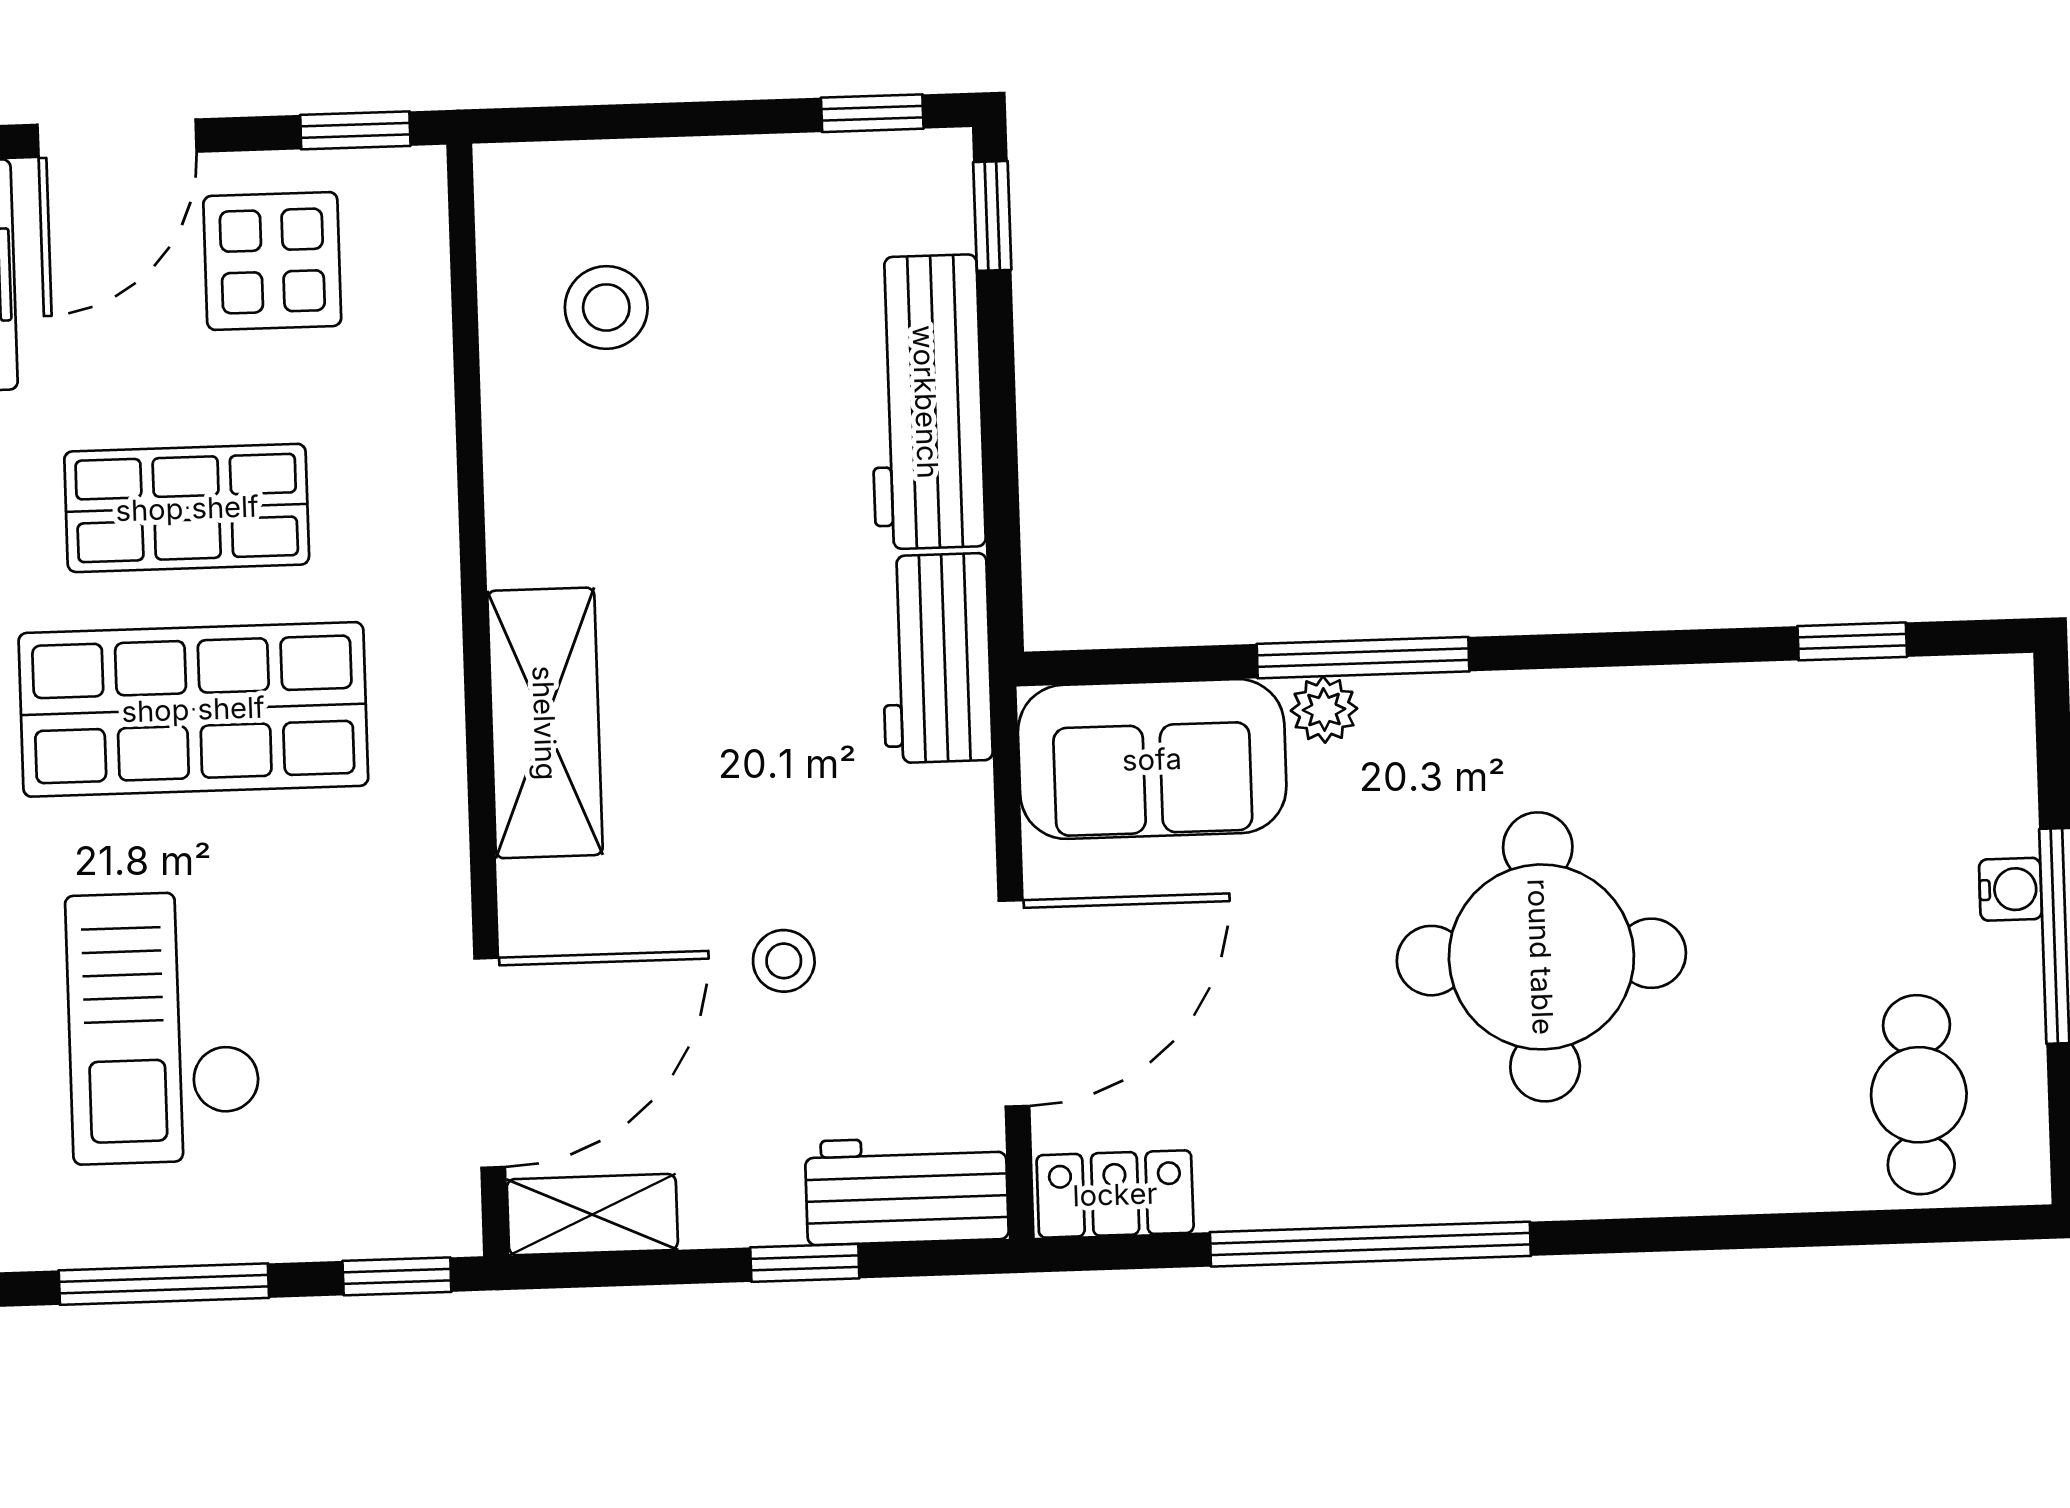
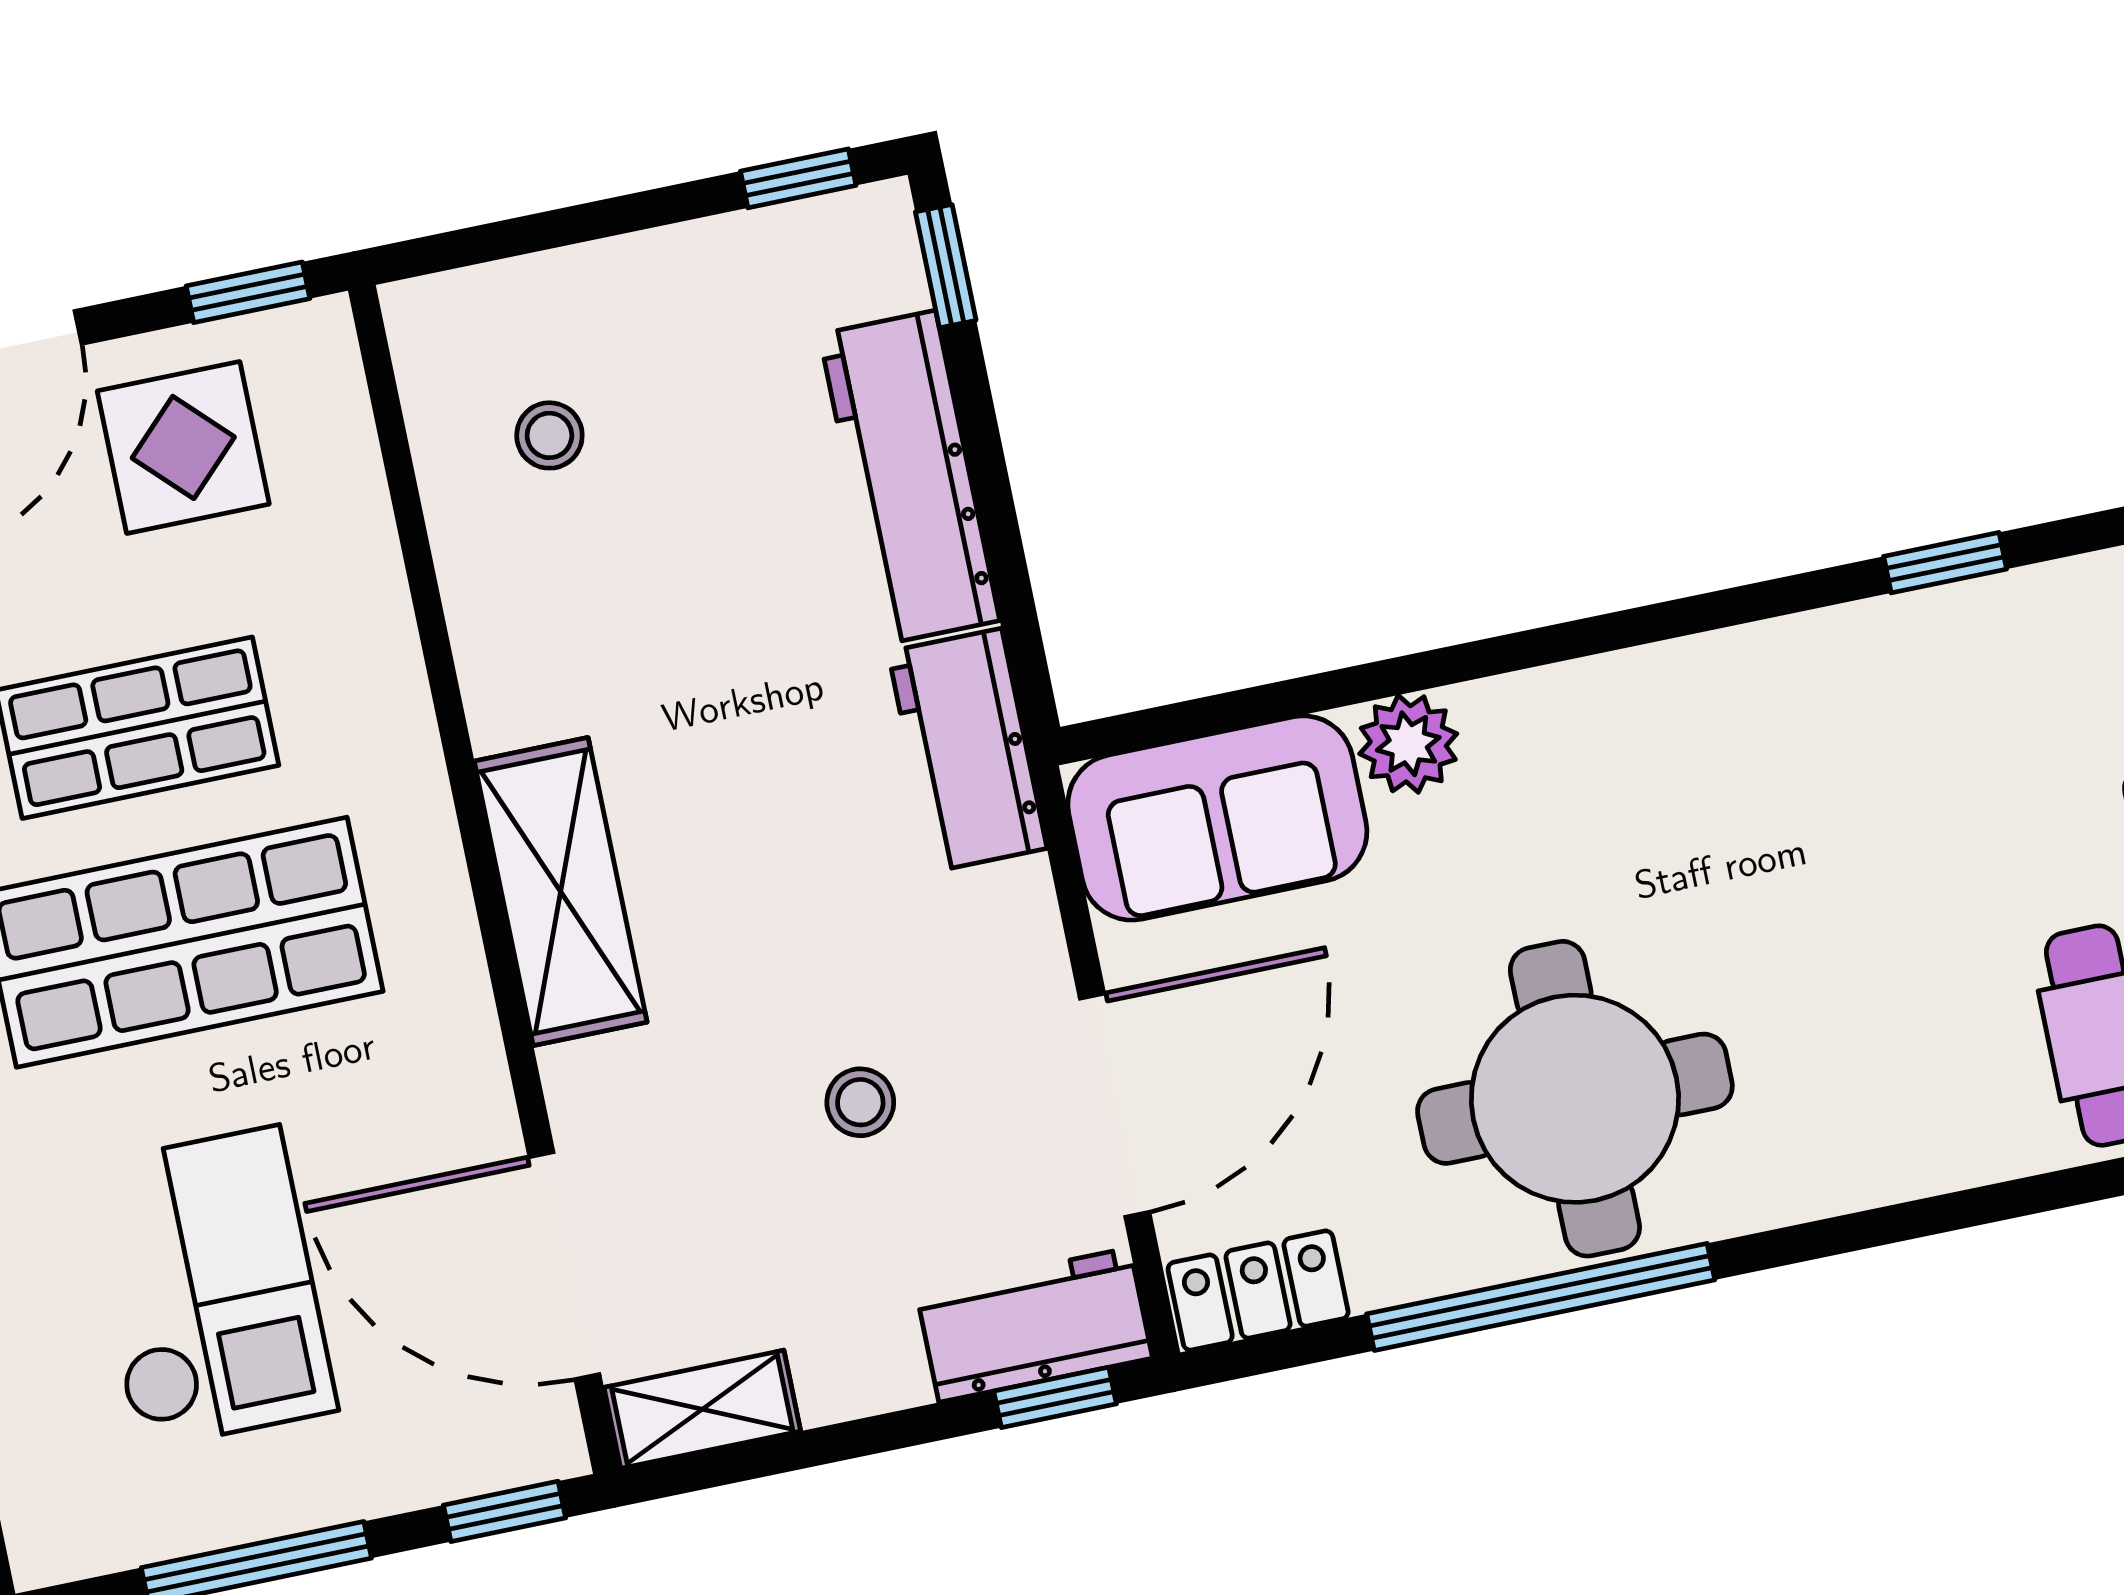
stool: (606, 307) -> (549, 435), width x0.73, depth x0.73
window: (1363, 658) -> (1424, 670), removed
plant: (1324, 710) -> (1408, 744), width x1.38, depth x1.38
round table: (1541, 957) -> (1575, 1099), moved
checkout: (164, 1027) -> (209, 1288), turned 180
door: (490, 1063) -> (564, 1266), swing flipped
window: (805, 1263) -> (1055, 1397), moved

